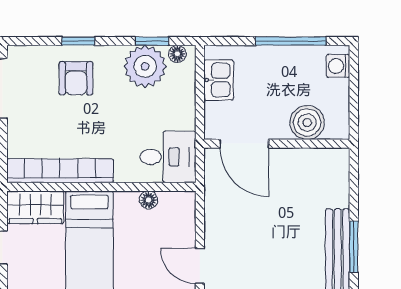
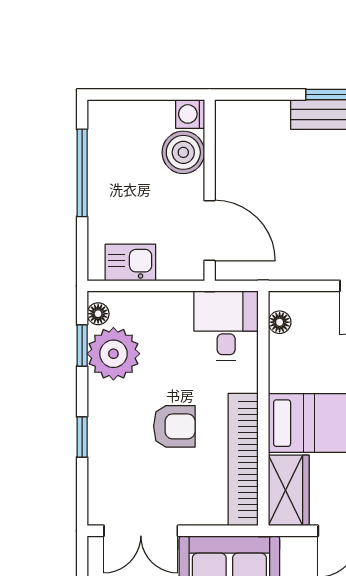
washing machine: (338, 66) -> (190, 114), moved, turned 90
armchair: (76, 78) -> (174, 426), moved
door: (244, 144) -> (210, 230), hinge flipped
floor lamp: (149, 200) -> (280, 322), moved

